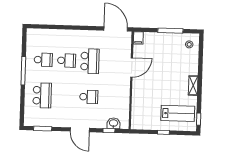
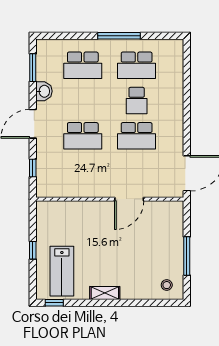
filing cabinet: (138, 38) -> (174, 208), removed
school desk: (43, 60) -> (137, 65), width x1.85
door: (132, 67) -> (129, 199), hinge flipped
school desk: (89, 97) -> (83, 136), width x1.85
washbasin: (114, 123) -> (44, 91), moved

